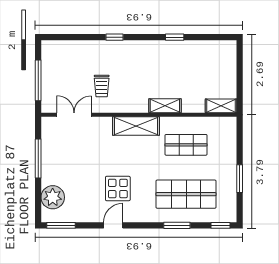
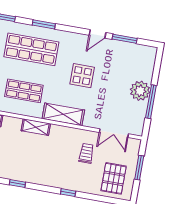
pallet: (65, 63) -> (114, 178), added
window: (38, 80) -> (139, 168), width x0.69
display table: (118, 189) -> (82, 76), moved
plant: (53, 197) -> (140, 91), moved
window: (61, 225) -> (125, 39), moved

